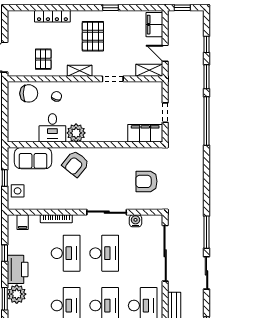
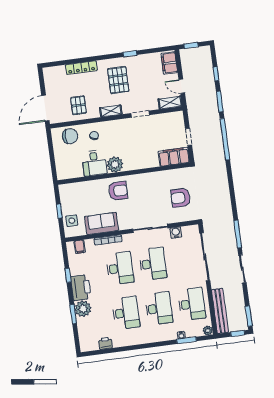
sofa: (33, 158) -> (102, 223), moved, turned 180
armchair: (75, 164) -> (118, 191), turned -129

